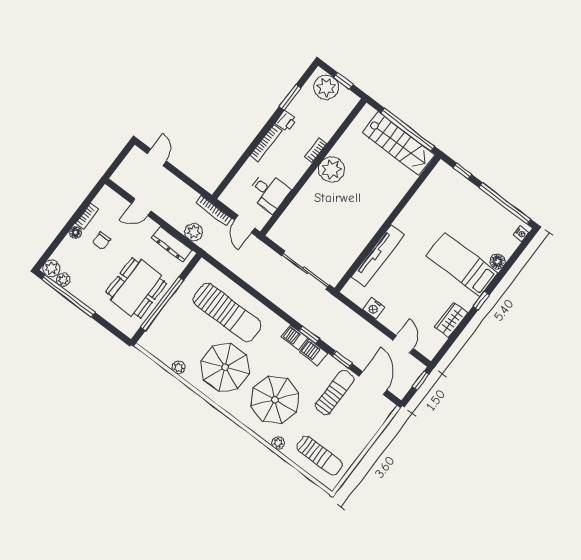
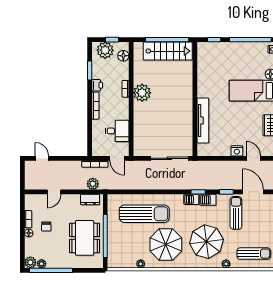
floor lamp: (342, 110) -> (123, 56), added
dresser: (172, 244) -> (90, 200), width x0.70
nightstand: (374, 308) -> (237, 151), moved

